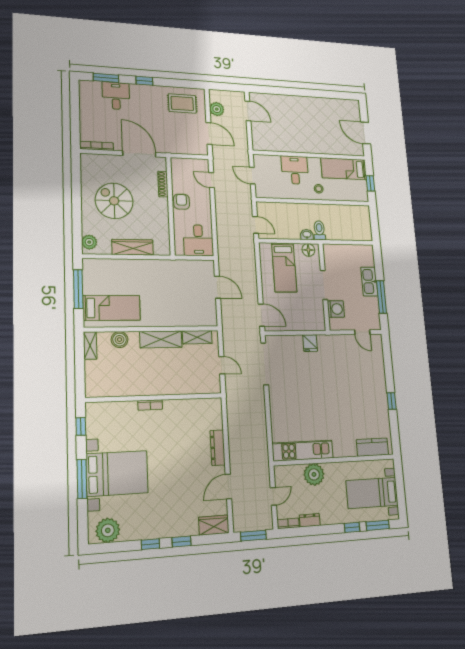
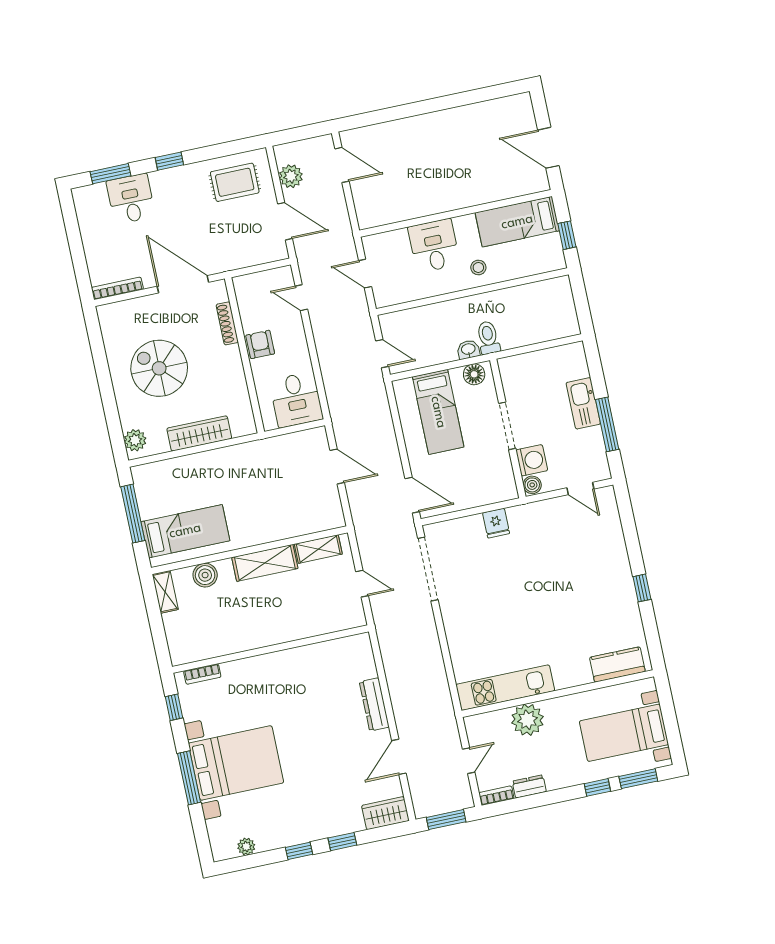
boiler: (334, 324) -> (532, 485), added
bookcase: (150, 405) -> (202, 674), moved
plant: (108, 530) -> (246, 847), width x0.53, depth x0.53

